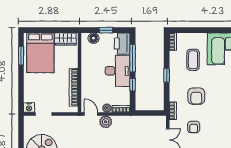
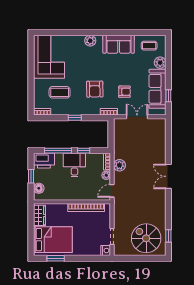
desk: (118, 71) -> (74, 165), width x0.73
armchair: (196, 96) -> (95, 89), turned 89
plant: (106, 122) -> (119, 165), moved

